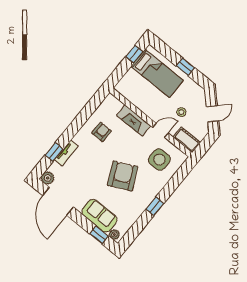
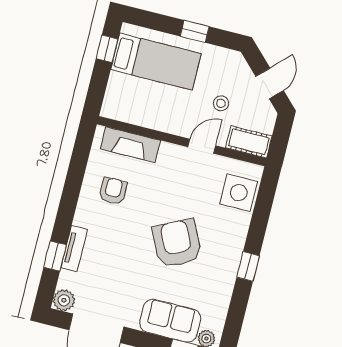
fireplace: (134, 121) -> (130, 145), moved
side table: (159, 160) -> (239, 193), moved

